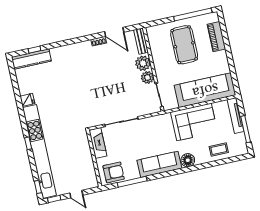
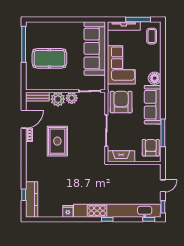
piano: (216, 37) -> (48, 27), removed
rug: (99, 72) -> (57, 141), added
armchair: (155, 130) -> (121, 102), added
coffee table: (219, 149) -> (152, 36), moved

